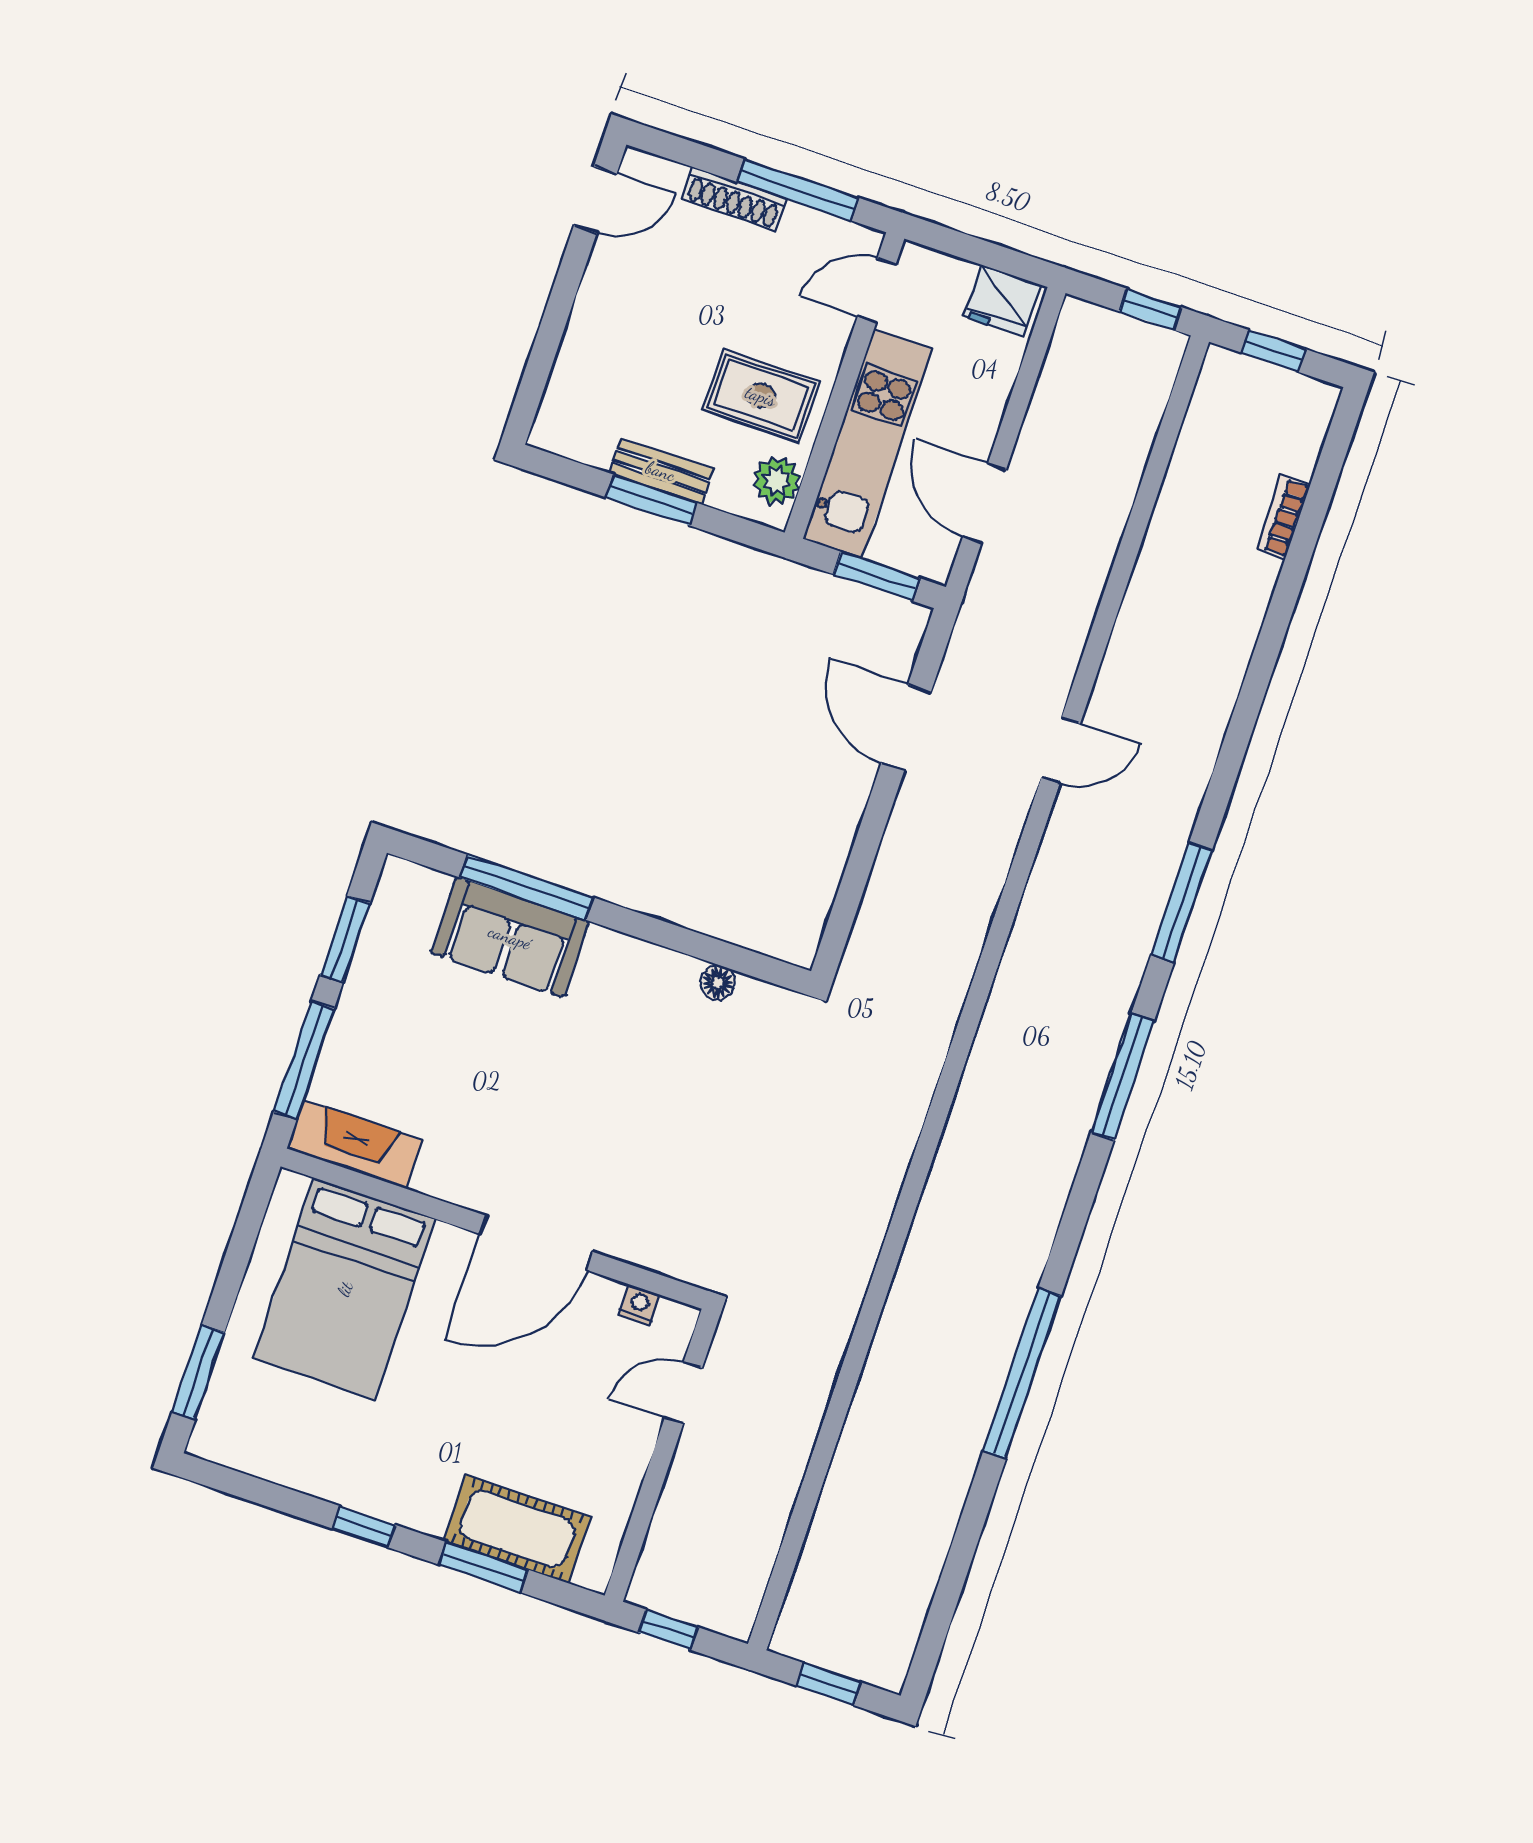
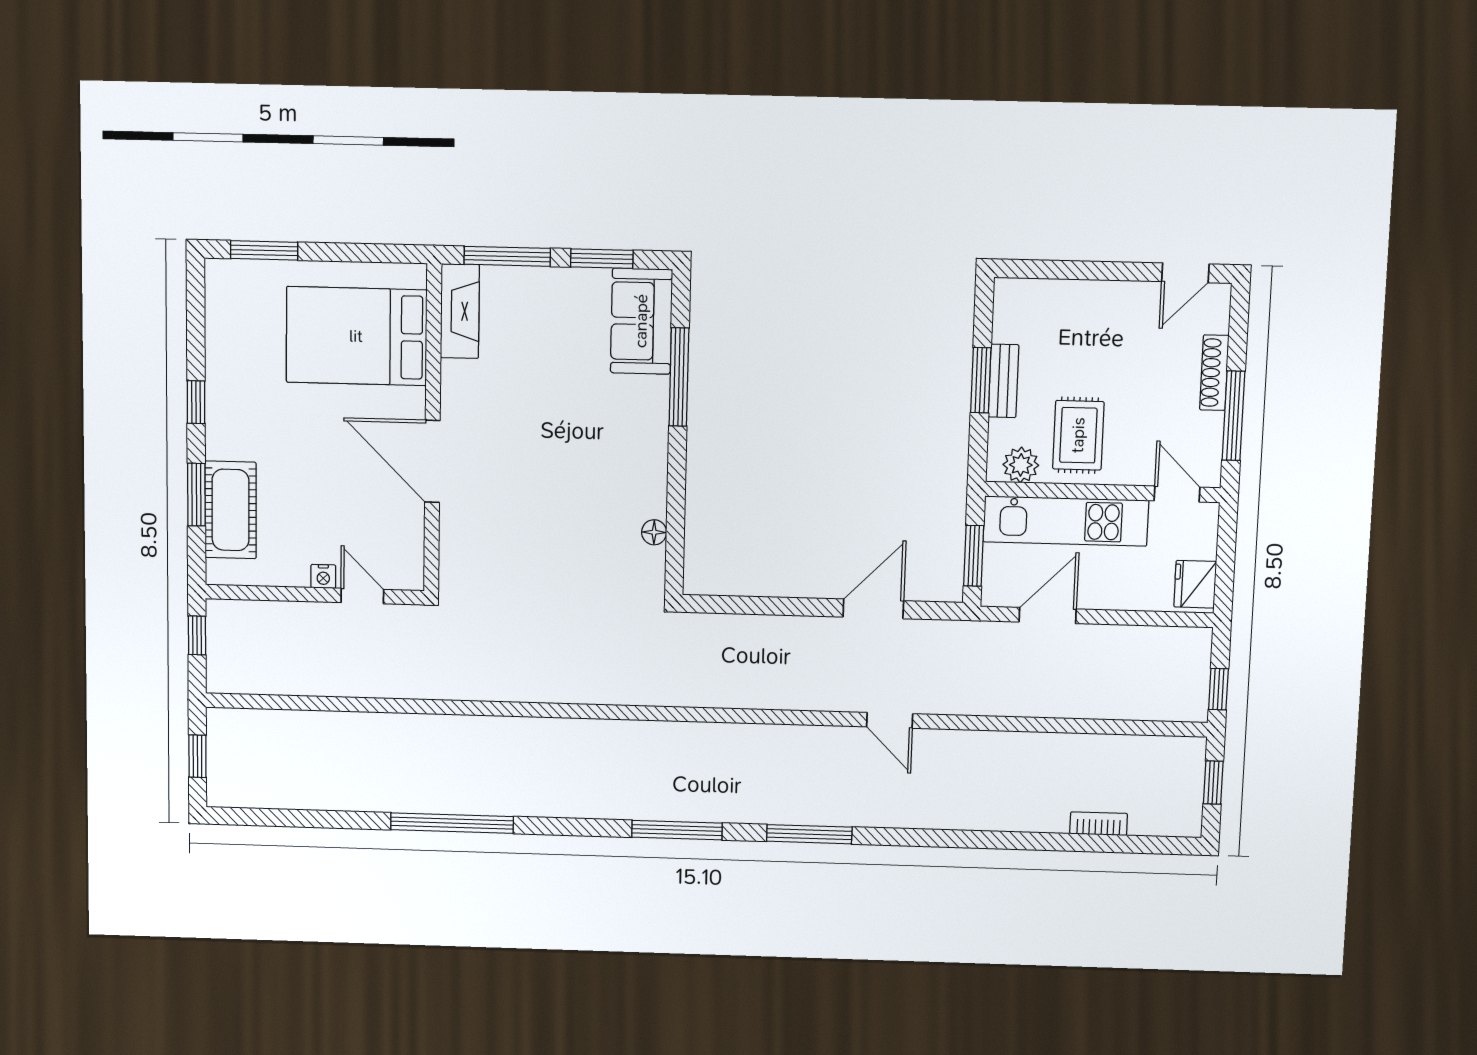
door: (595, 200) -> (1185, 273), hinge flipped
sofa: (510, 937) -> (641, 321), moved
nightstand: (639, 1305) -> (323, 576), moved, turned 90

